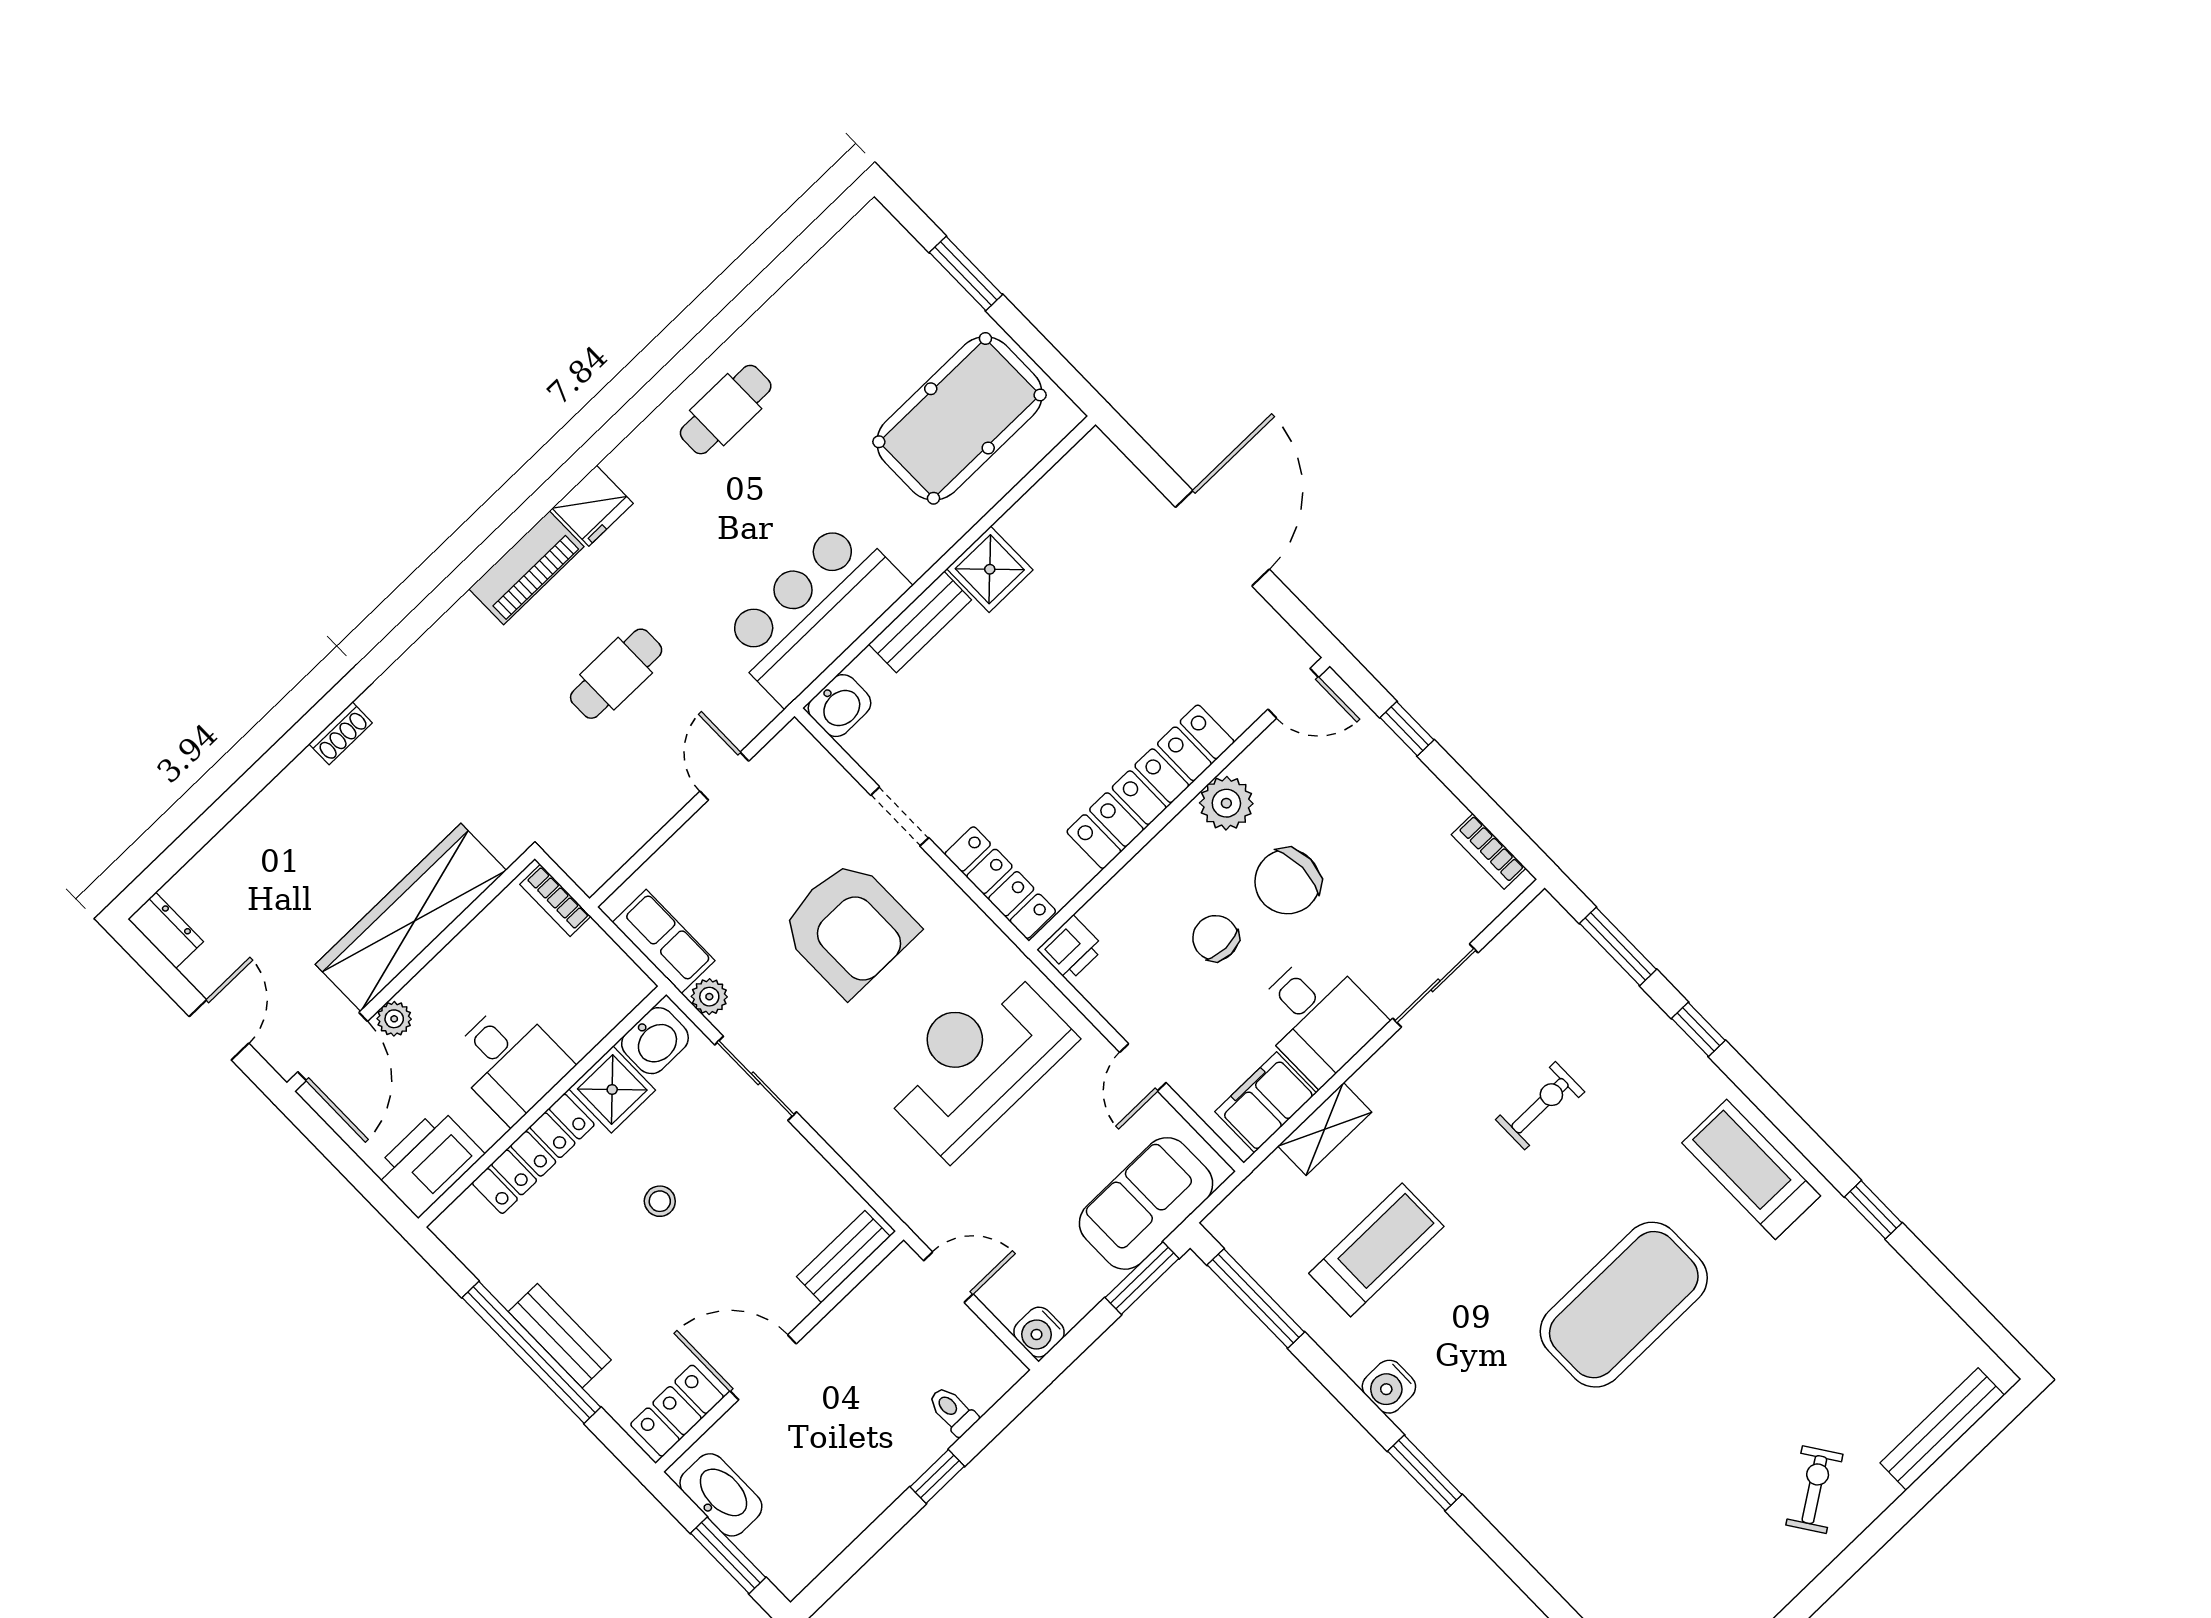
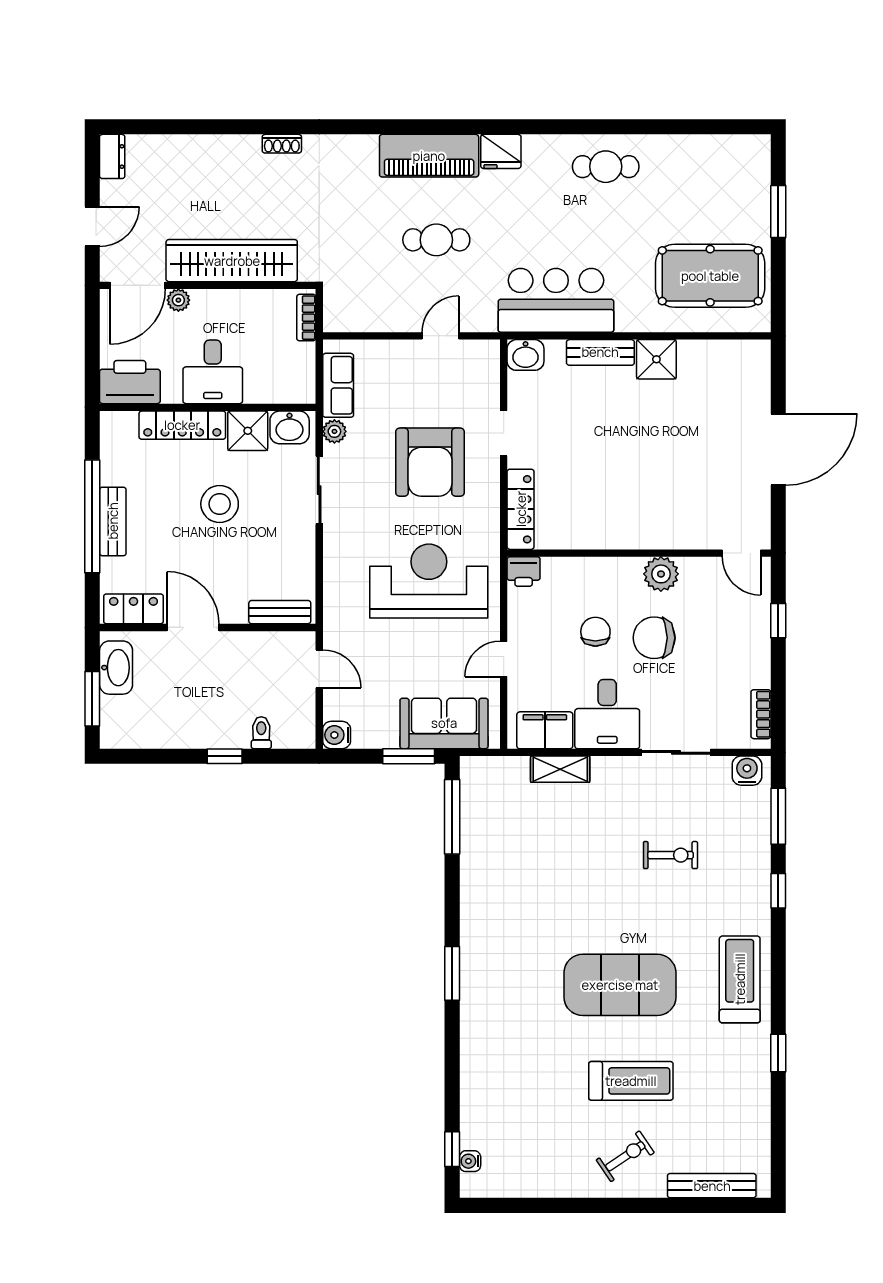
piano: (526, 568) -> (429, 156), width x1.37, depth x1.33
locker: (1150, 787) -> (633, 532), removed
stool: (660, 1201) -> (220, 504), width x1.89, depth x1.89
treadmill: (1376, 1250) -> (631, 1081), moved
water cooler: (1389, 1387) -> (747, 771), moved, turned 90

